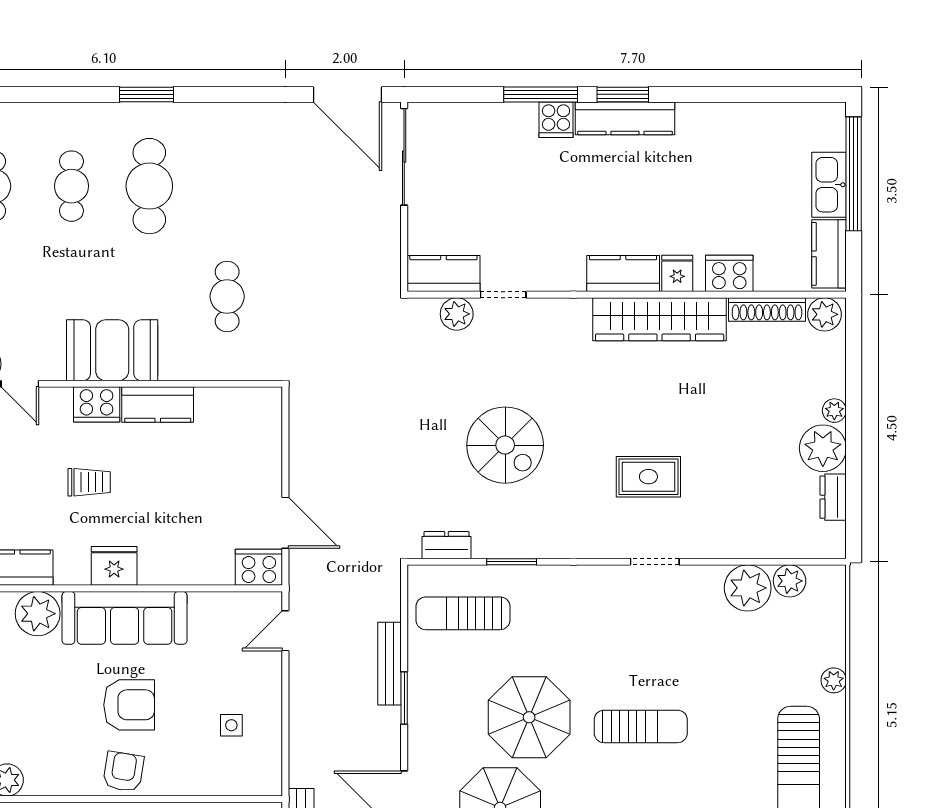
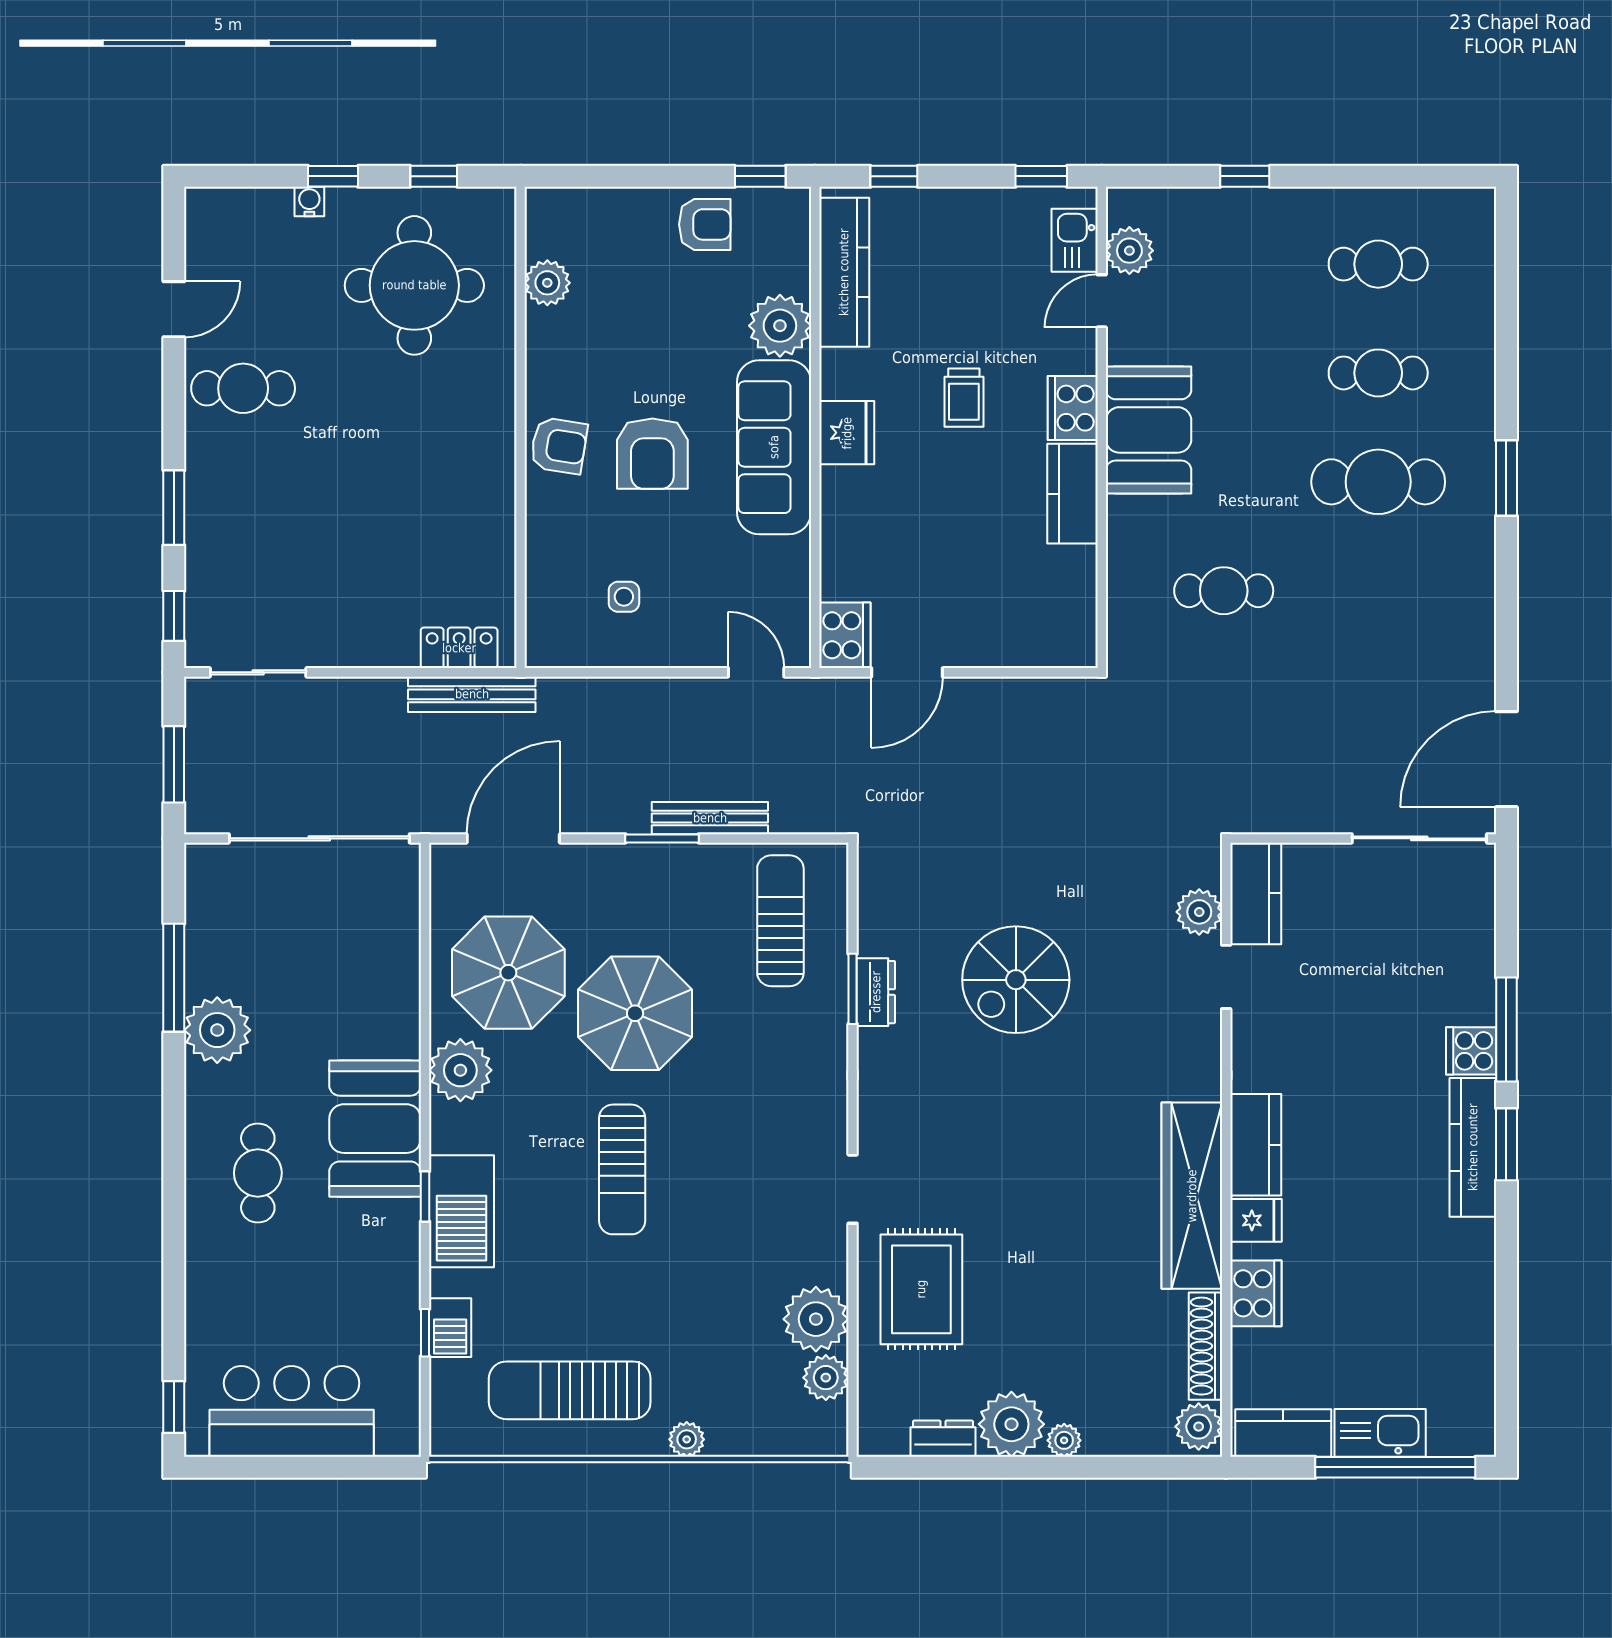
rug: (648, 477) -> (921, 1289), moved, width x1.36, depth x1.43
dresser: (447, 545) -> (876, 992), moved

